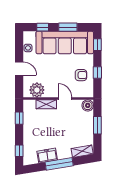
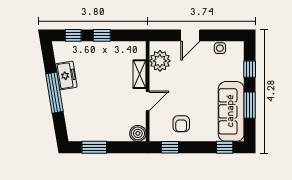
sofa: (65, 42) -> (231, 111), width x0.74, depth x0.79
window: (97, 72) -> (170, 147), moved
window: (19, 118) -> (102, 35), moved
window: (97, 125) -> (94, 147), moved
shelving: (82, 151) -> (73, 125), removed

